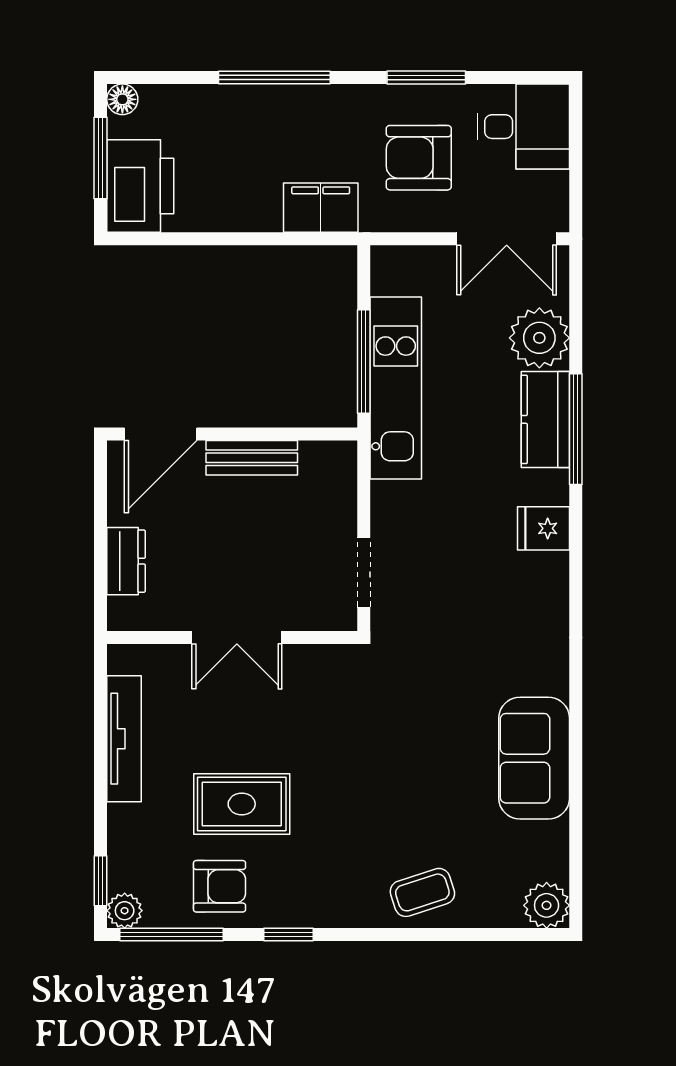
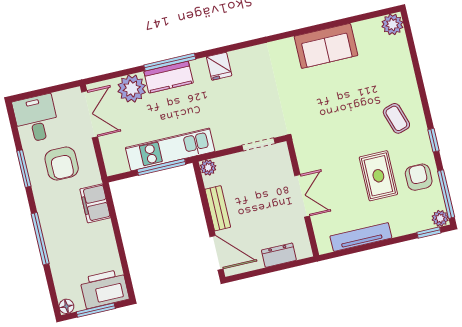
plant: (340, 457) -> (208, 168), added
coffee table: (422, 892) -> (396, 118), moved

